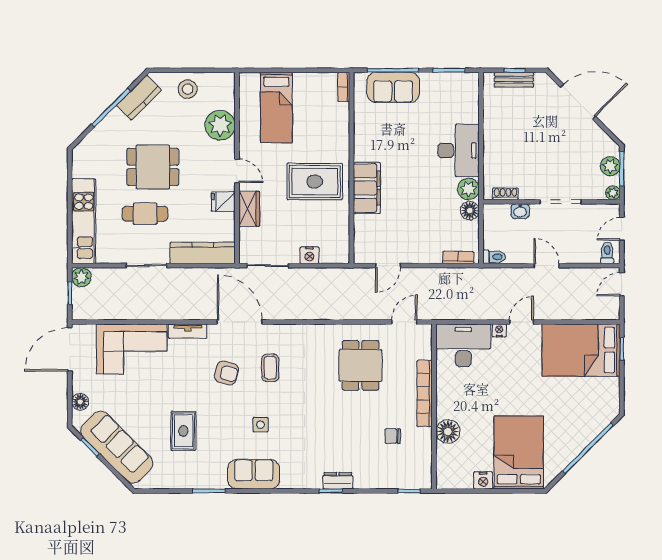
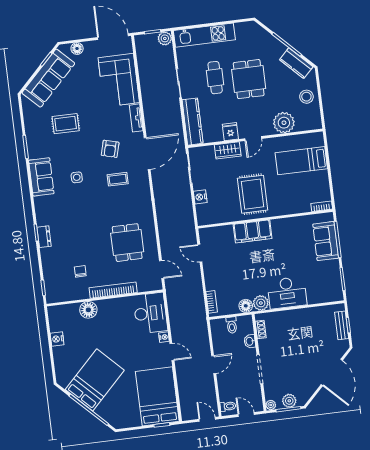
toilet: (494, 257) -> (232, 325), moved
dining table: (361, 365) -> (127, 243), turned 90
bed: (519, 453) -> (95, 380), moved, turned -45

